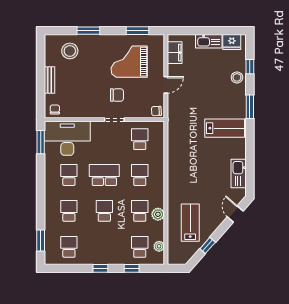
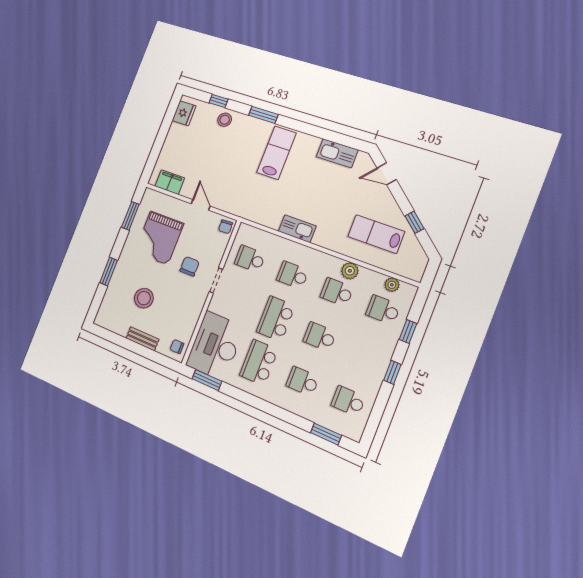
kitchen sink: (209, 41) -> (297, 229), moved, turned -90
stool: (70, 51) -> (144, 298), moved
school desk: (69, 175) -> (259, 362), width x1.85

